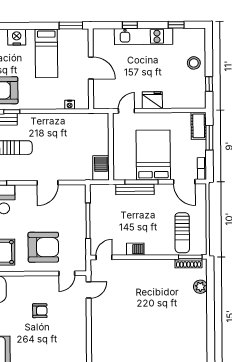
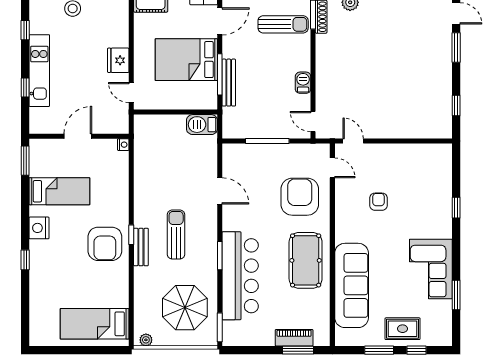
nightstand: (70, 105) -> (123, 145), moved

